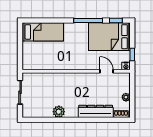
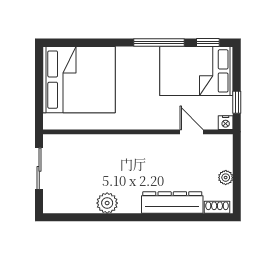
bed: (43, 32) -> (79, 80), width x2.04

